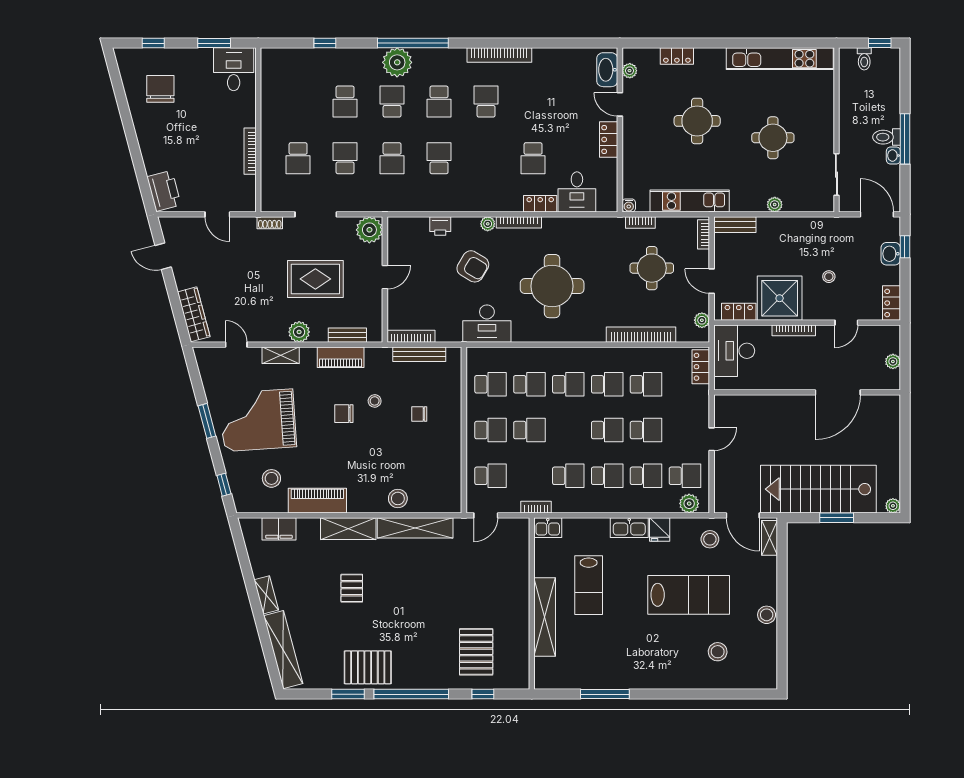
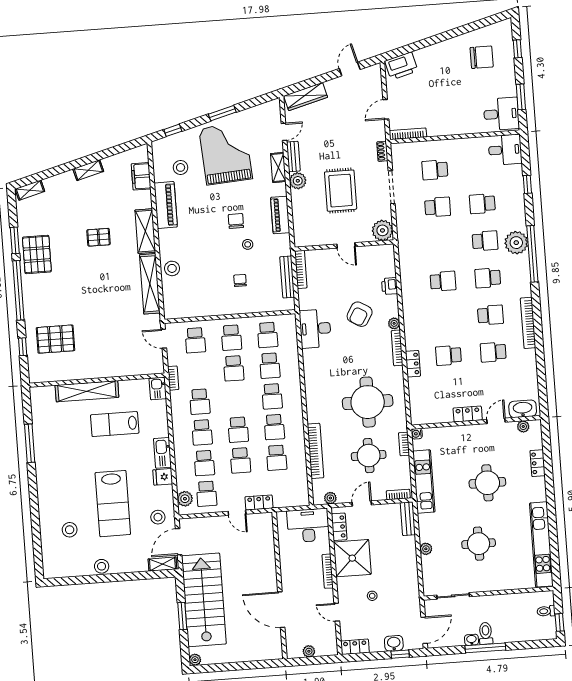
bookcase: (250, 151) -> (408, 134), moved
school desk: (392, 158) -> (493, 352), moved
desk: (577, 192) -> (505, 150), moved, turned 180
round table: (552, 286) -> (368, 402), moved
bench: (347, 335) -> (293, 156), moved
locker: (701, 367) -> (259, 502), moved
shelving: (283, 650) -> (30, 190), width x0.45, depth x0.75

